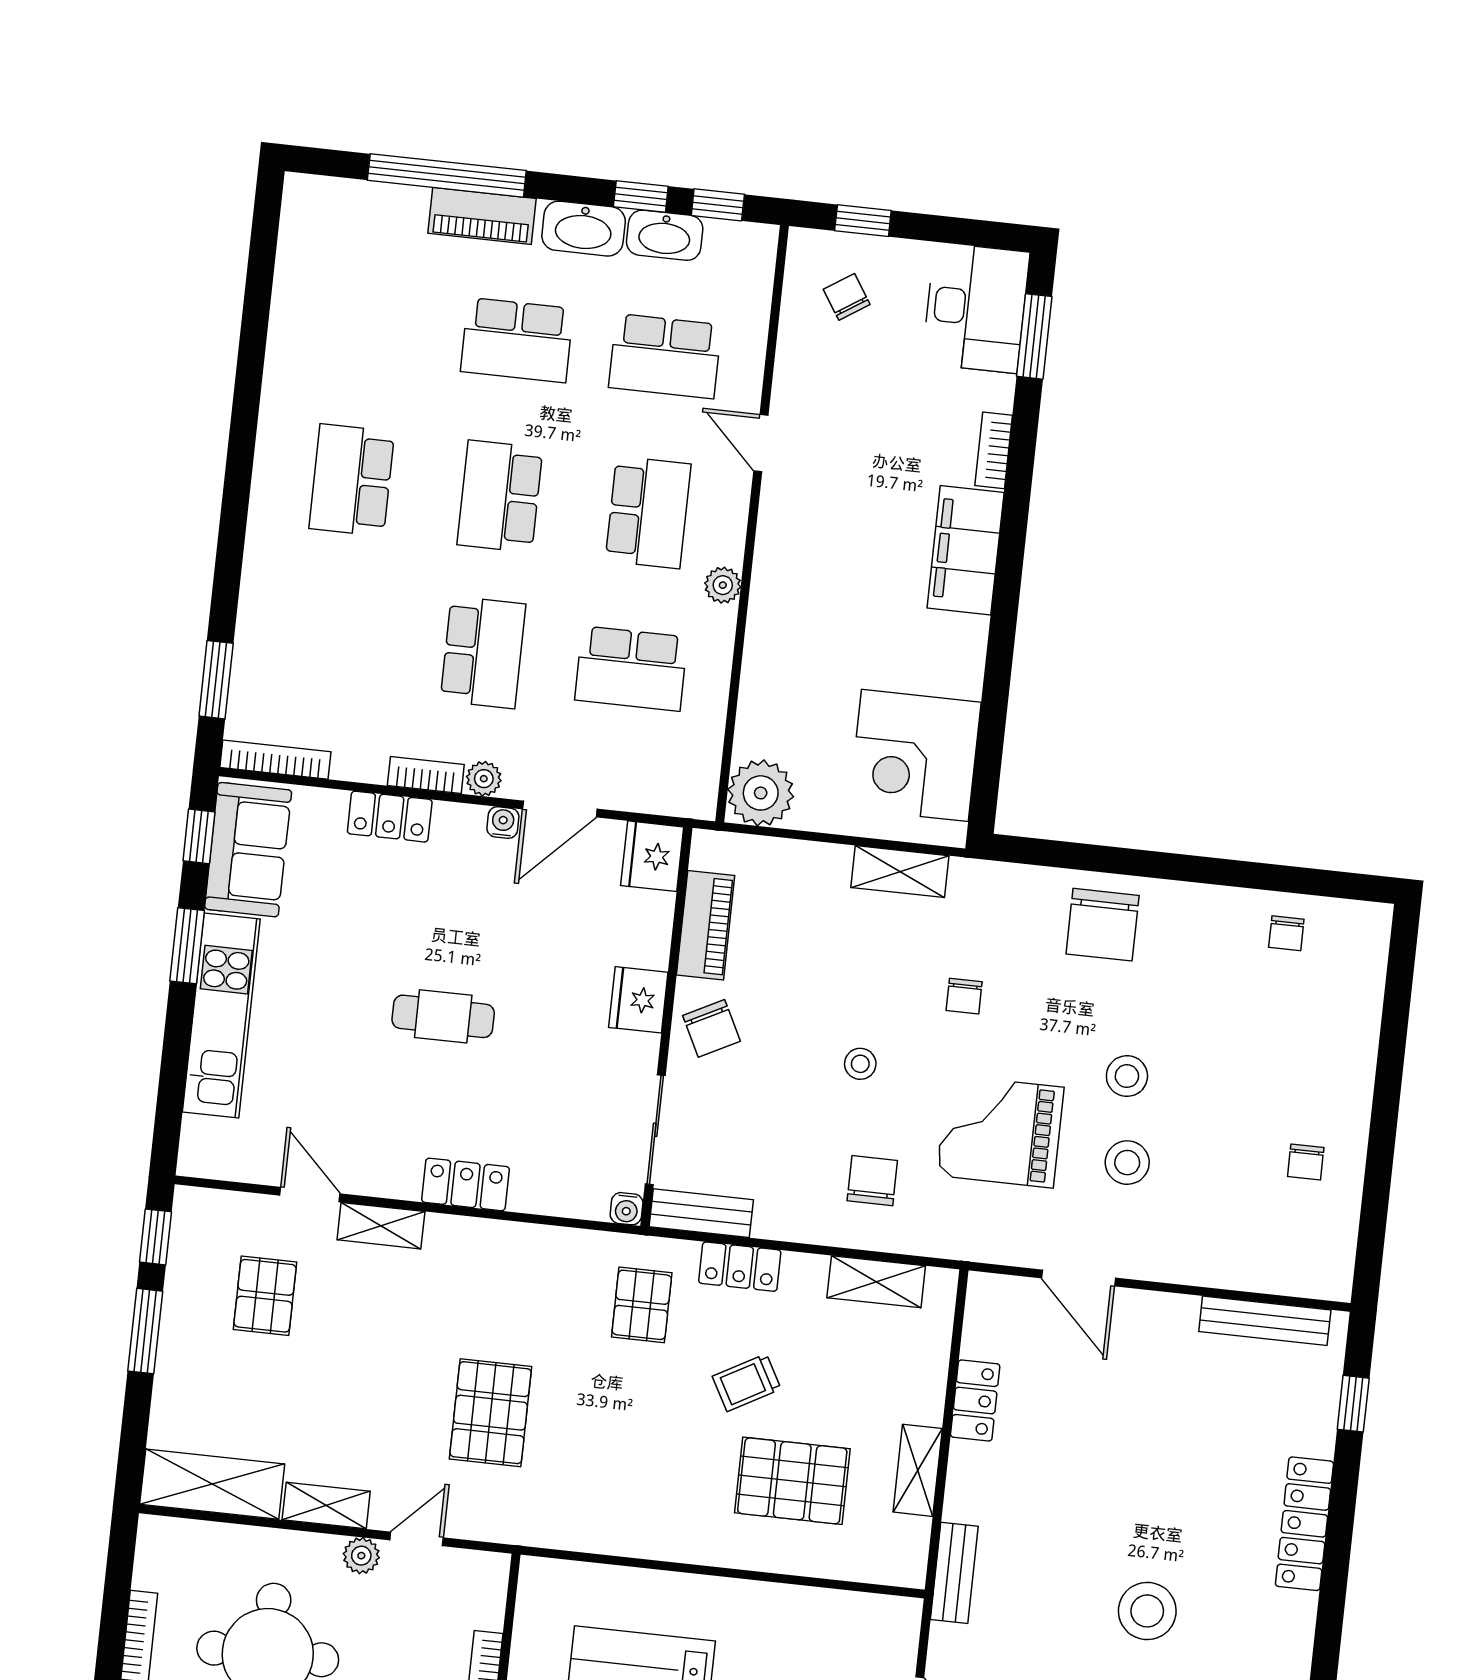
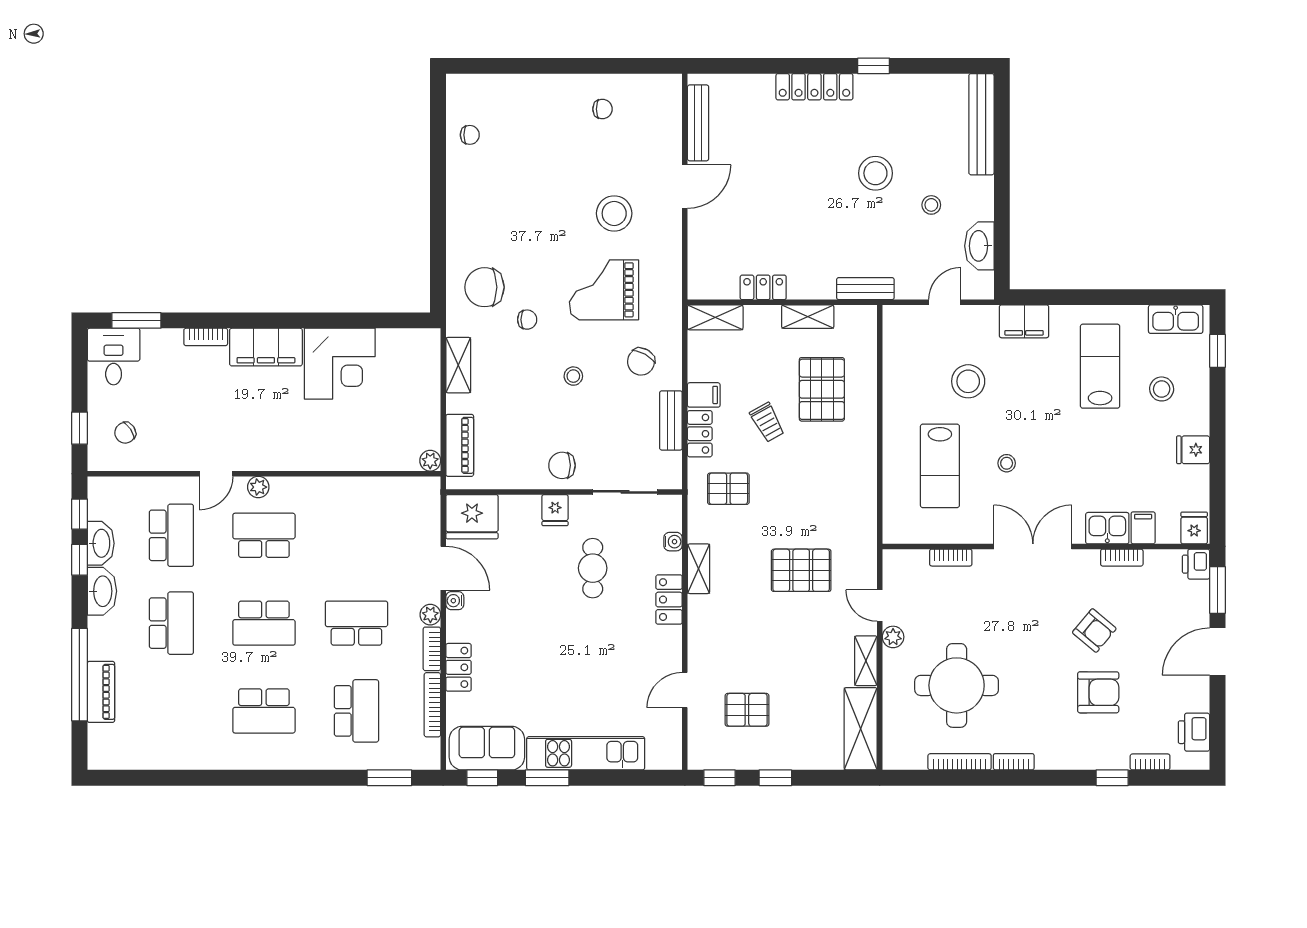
piano: (482, 216) -> (101, 692), moved
desk: (976, 308) -> (114, 357), width x0.73
plant: (723, 585) -> (258, 487), moved
school desk: (631, 669) -> (356, 711), moved
corner desk: (915, 755) -> (340, 364), moved
bookcase: (275, 760) -> (432, 705), moved
plant: (761, 793) -> (430, 461), width x0.53, depth x0.53
fridge: (652, 856) -> (472, 517), width x1.36, depth x1.34
piano: (706, 925) -> (460, 445), moved, turned 90
chair: (1103, 925) -> (484, 287), moved, turned 180
fridge: (638, 1000) -> (555, 510), width x0.72
cafe table: (443, 1016) -> (593, 568), moved
chair: (711, 1028) -> (562, 465), turned -153
stool: (1127, 1076) -> (564, 219), removed
grand piano: (1000, 1131) -> (604, 290), turned 90
stool: (1127, 1163) -> (614, 213), width x1.38, depth x1.38
chair: (872, 1181) -> (641, 362), turned -61
water cooler: (627, 1209) -> (673, 542), moved
bench: (701, 1213) -> (671, 420), moved
shelving: (381, 1226) -> (699, 569), moved
door: (1078, 1278) -> (685, 187), moved
filing cabinet: (804, 1280) -> (704, 395), added
shelving: (876, 1282) -> (715, 317), moved, turned 90
window: (145, 1331) -> (775, 778), width x0.67
window: (1353, 1404) -> (874, 66), moved

